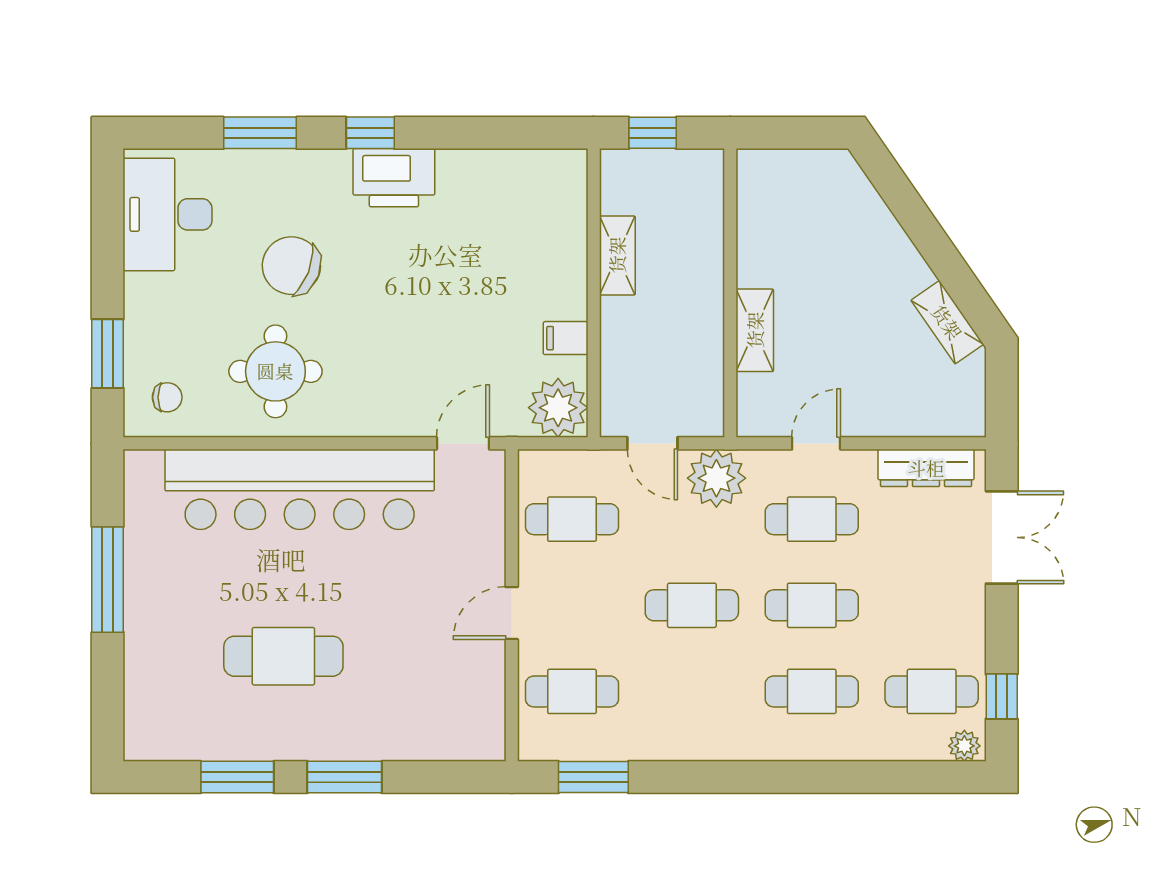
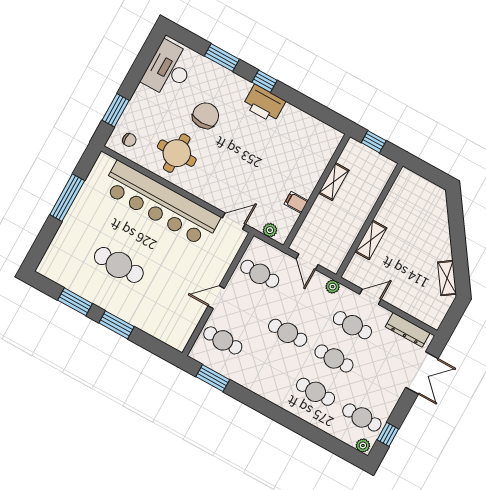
chair: (291, 266) -> (206, 116), turned 69
plant: (558, 408) -> (270, 230), width x0.53, depth x0.53
plant: (716, 478) -> (333, 287), width x0.53, depth x0.53

